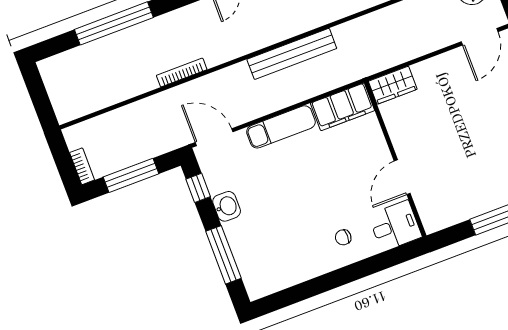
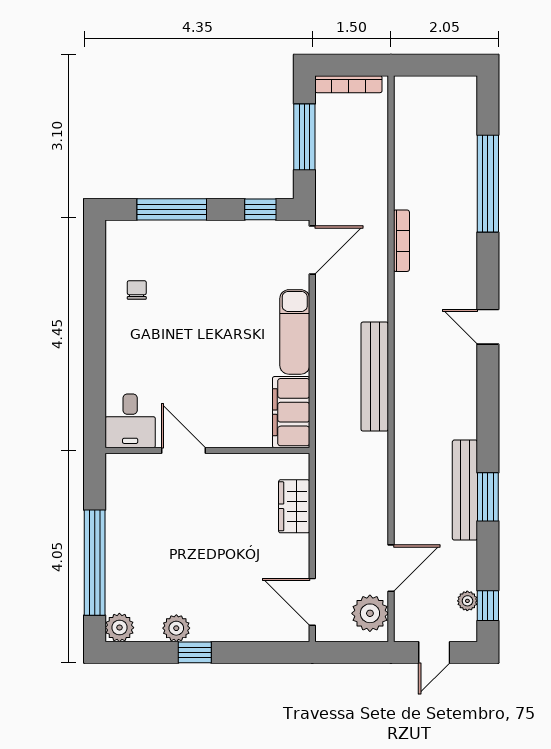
wardrobe: (393, 85) -> (294, 506), moved
bookcase: (82, 166) -> (348, 84), width x1.56
washbasin: (227, 206) -> (227, 234), removed
chair: (343, 237) -> (137, 290), moved

